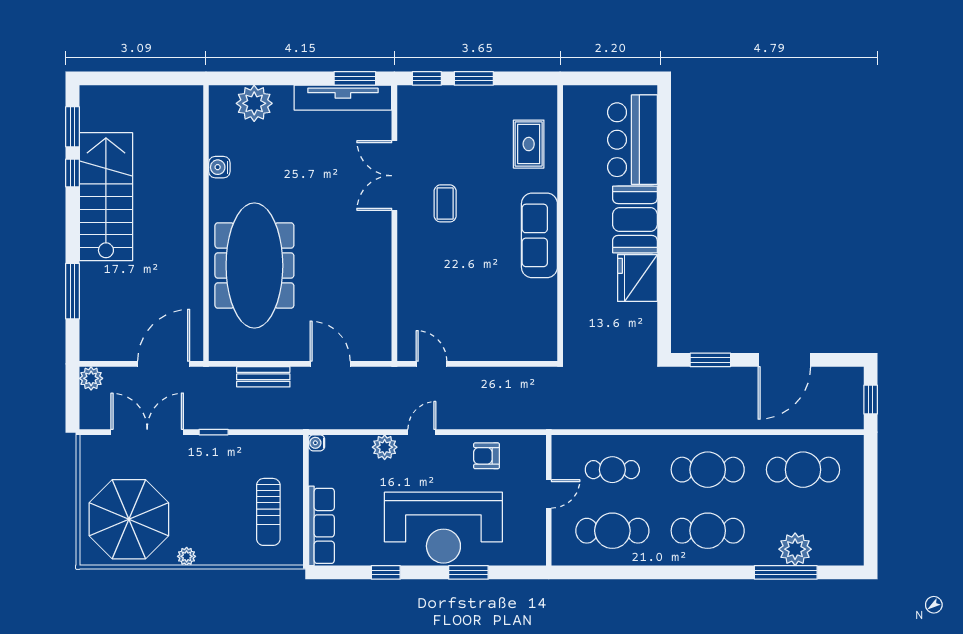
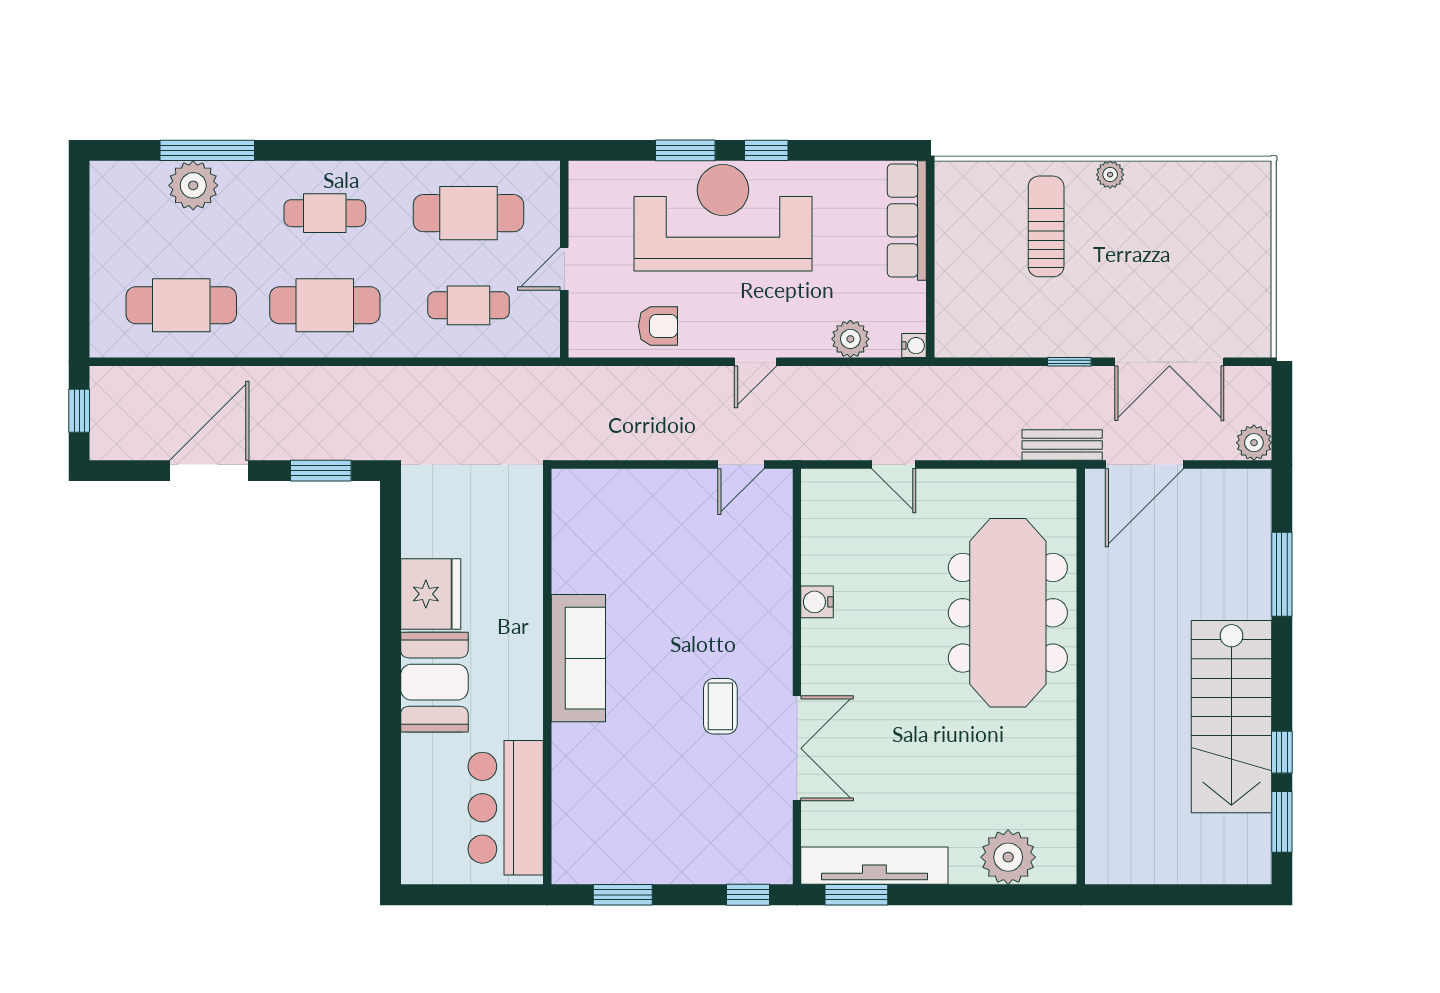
window: (474, 78) -> (623, 895), moved
bar counter: (632, 140) -> (506, 808), moved, turned 180
rug: (529, 144) -> (595, 796), removed
water cooler: (219, 167) -> (817, 602), moved, turned 180
door: (330, 364) -> (894, 464), width x0.73
door: (431, 364) -> (741, 464), hinge flipped
bench: (263, 377) -> (1062, 445), moved
plant: (385, 447) -> (850, 339), moved
sun lounger: (268, 512) -> (1046, 226), moved
parasol: (129, 519) -> (1197, 230), removed
cafe table: (708, 531) -> (325, 213), width x0.73, depth x0.74
window: (386, 572) -> (766, 150), moved

